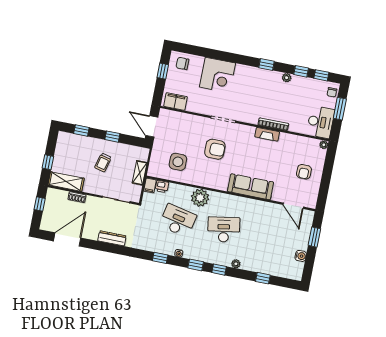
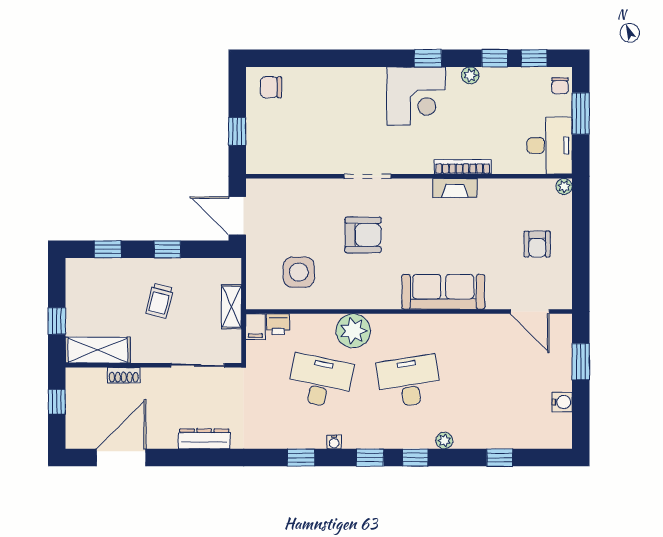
window: (163, 71) -> (237, 131), moved
corner desk: (217, 75) -> (416, 96), moved
filing cabinet: (176, 101) -> (272, 161), removed

